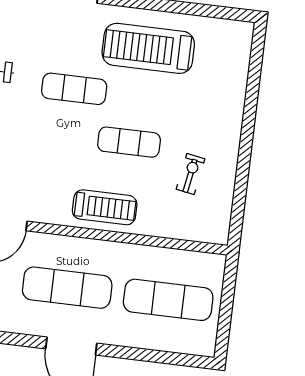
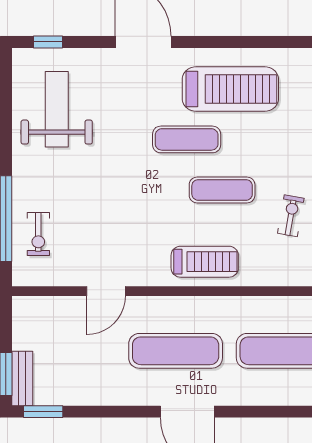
treadmill: (148, 48) -> (230, 89), turned 180
exercise mat: (74, 89) -> (187, 139), moved

